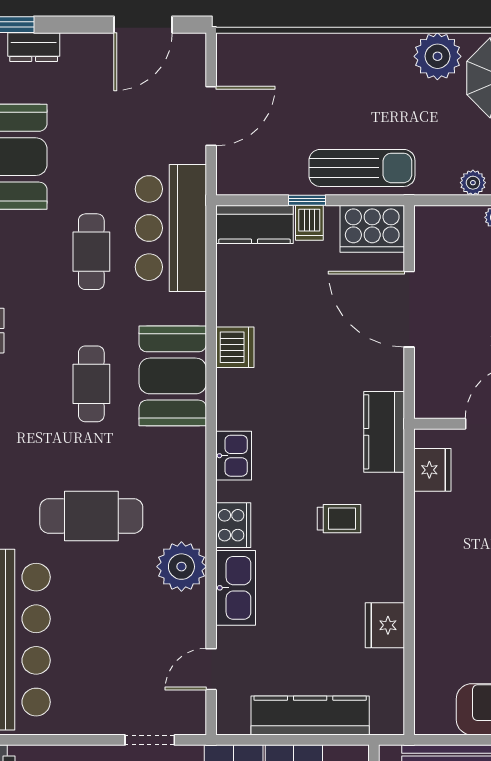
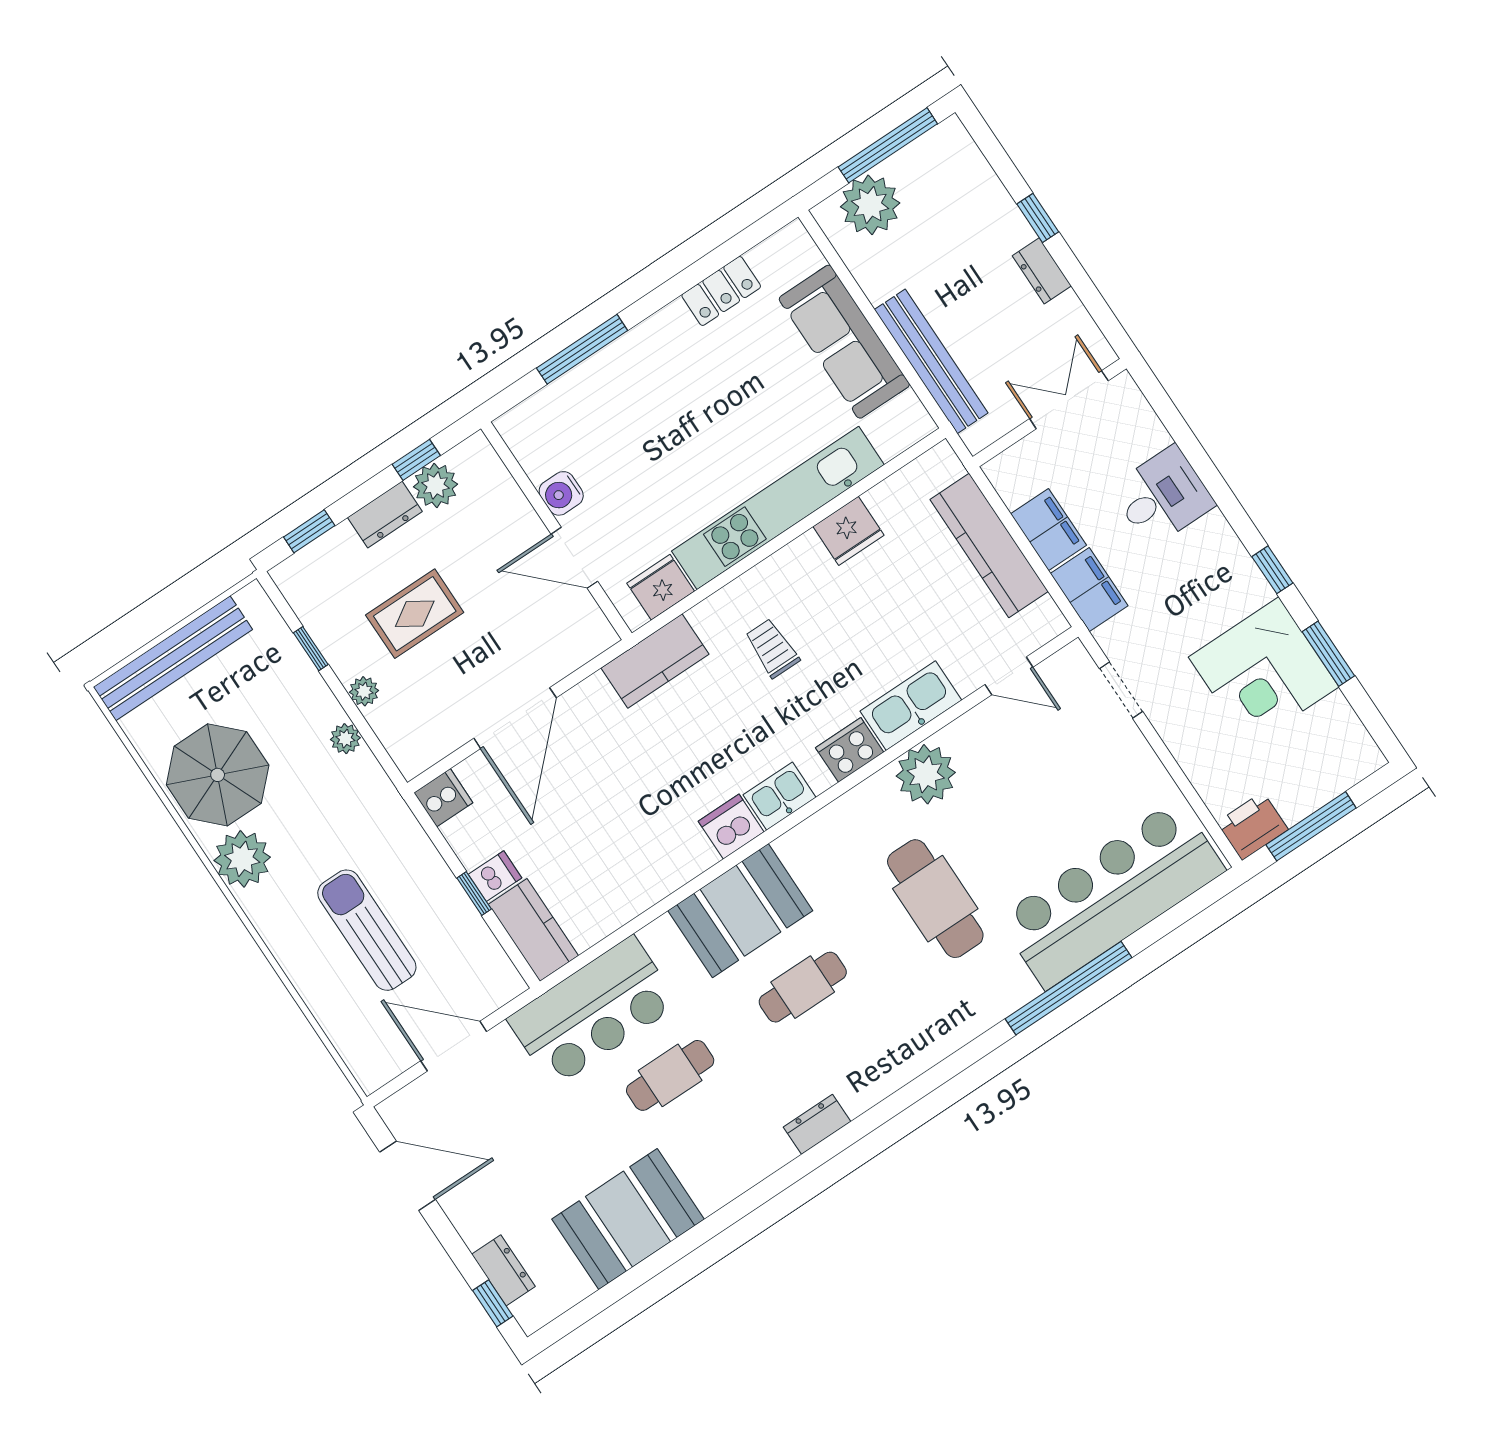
sun lounger: (362, 168) -> (367, 930), moved
cooker: (372, 229) -> (443, 798), width x0.53, depth x0.76
dishwasher: (235, 347) -> (731, 827), moved
kitchen unit: (433, 587) -> (778, 508), added

